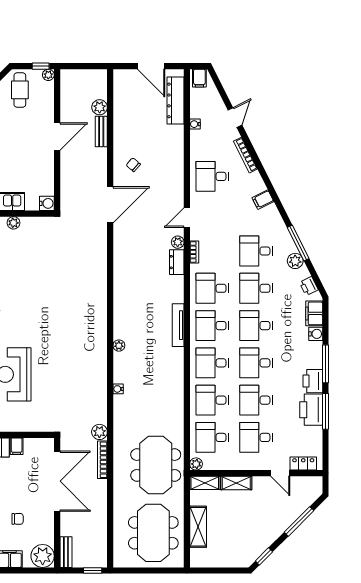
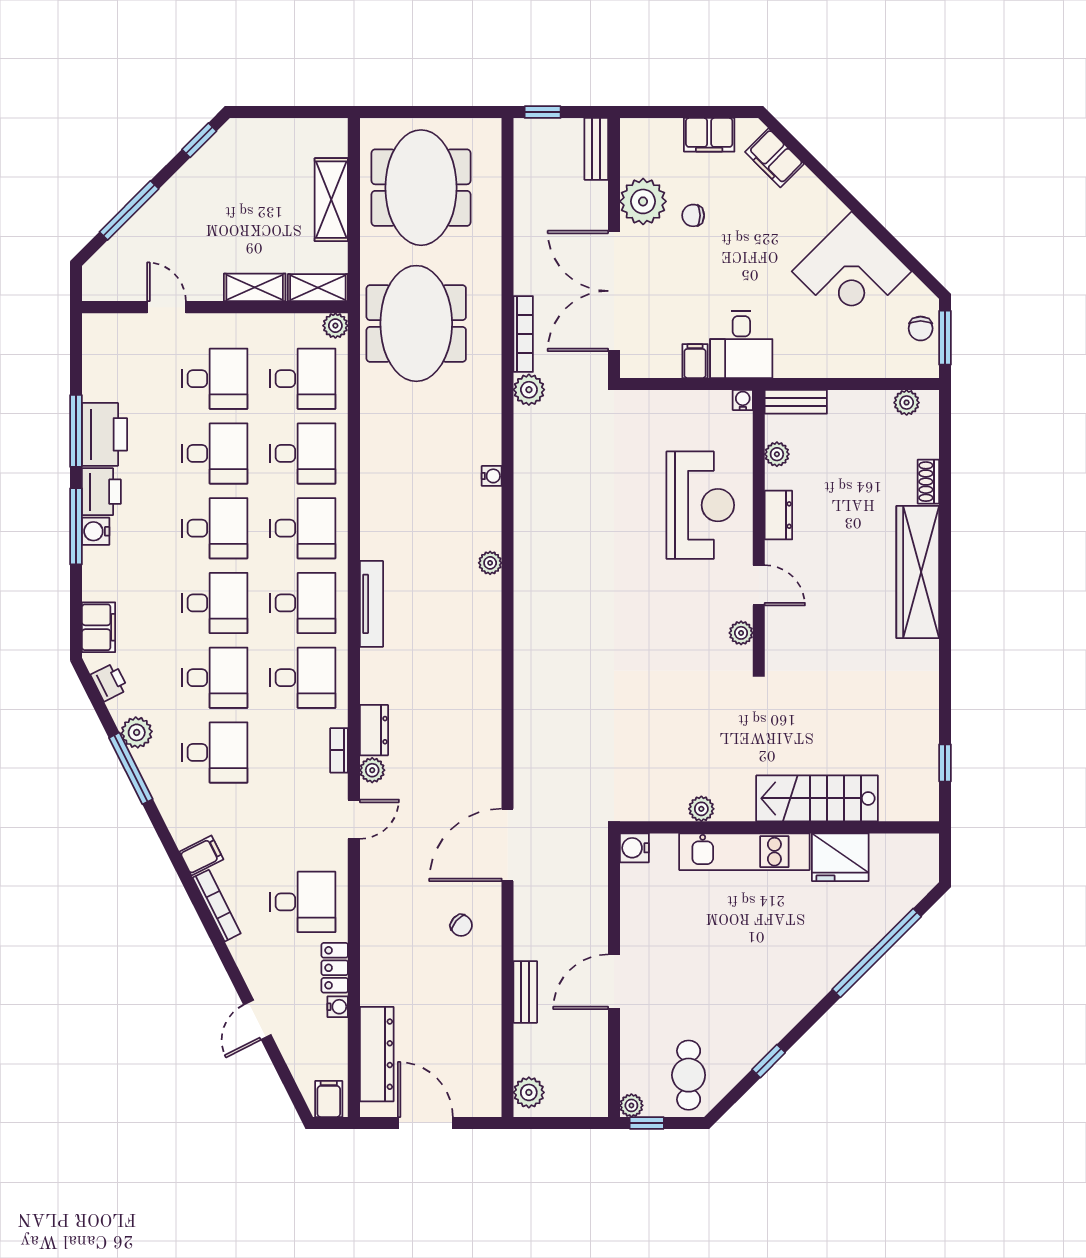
plant: (100, 107) -> (529, 1092), moved
bookcase: (245, 155) -> (217, 906), moved
water cooler: (316, 334) -> (96, 531), moved
locker: (303, 464) -> (335, 968), moved, turned 90
plant: (43, 556) -> (643, 201), moved

